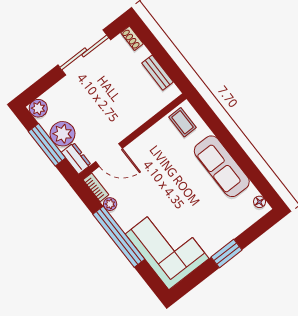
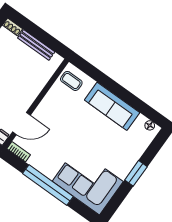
bench: (158, 73) -> (36, 45), width x1.36
plant: (110, 204) -> (34, 161), removed

